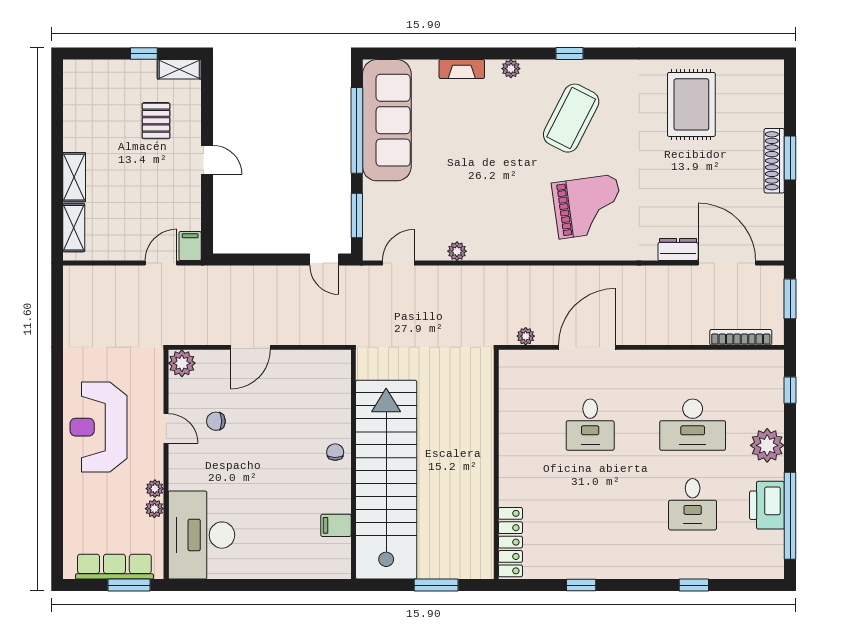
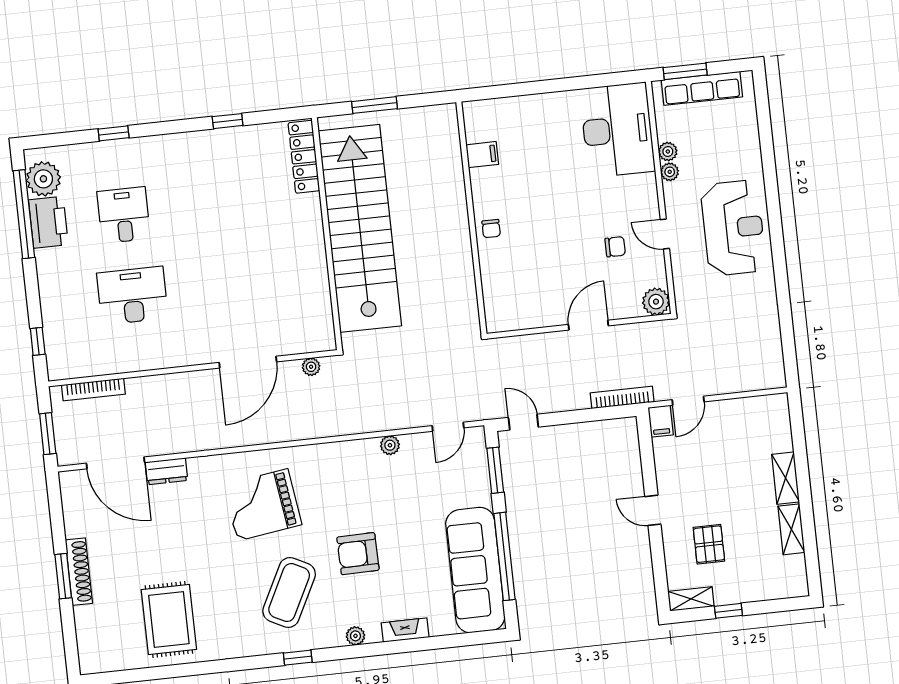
armchair: (500, 149) -> (358, 554), added
shelving: (74, 228) -> (791, 529), moved
bookcase: (225, 273) -> (622, 397), added
desk: (590, 425) -> (236, 284), removed
plant: (767, 445) -> (43, 179), moved
stairs: (386, 480) -> (360, 228), moved, turned 180

